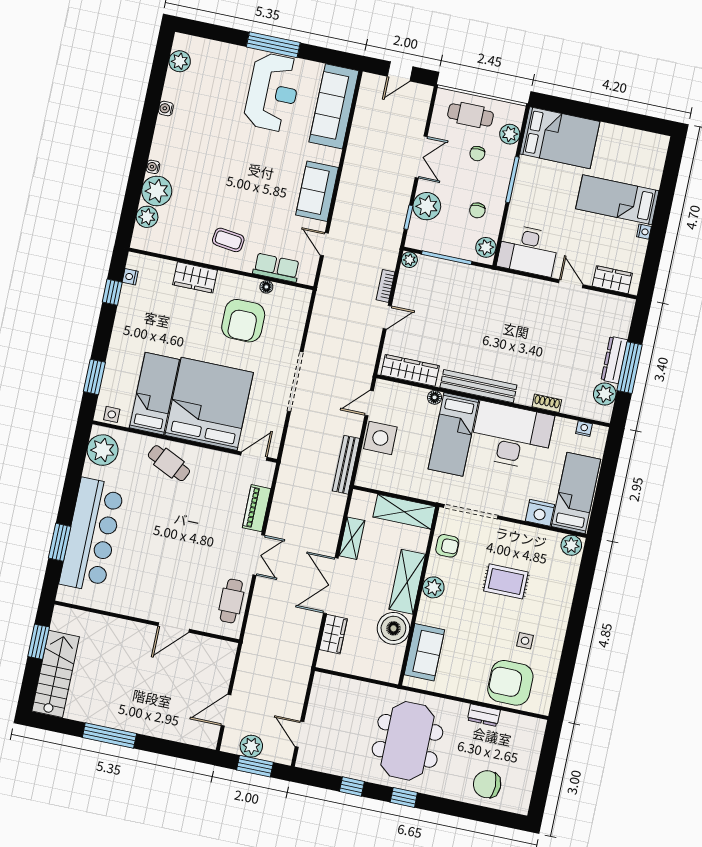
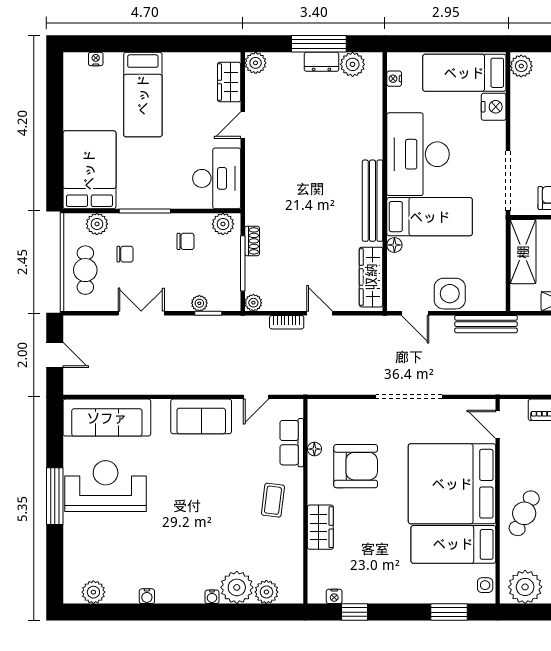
plant: (427, 206) -> (199, 303), width x0.53, depth x0.53
nightstand: (644, 232) -> (96, 59), moved
plant: (624, 307) -> (256, 63), added
dresser: (614, 360) -> (322, 62), width x0.70
shoe rack: (547, 403) -> (252, 241), moved, turned 180

